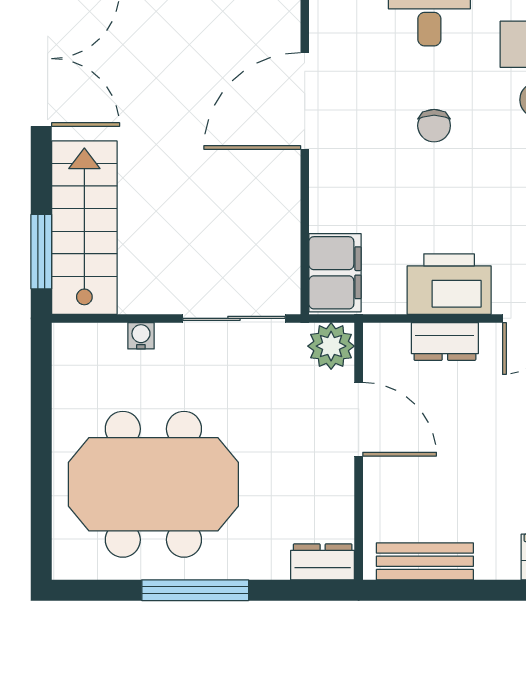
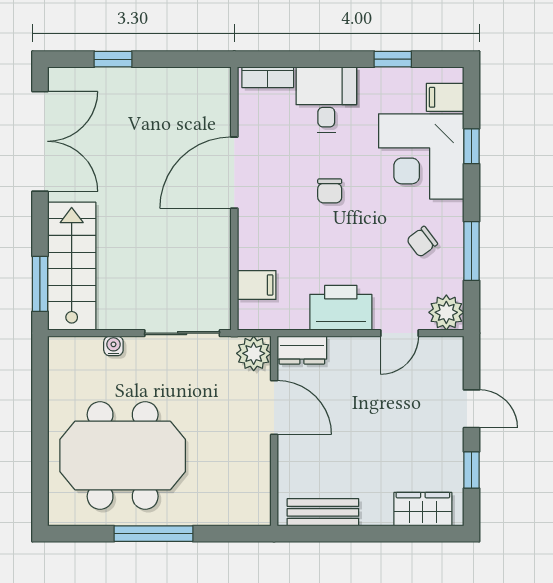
filing cabinet: (335, 273) -> (257, 285), width x0.50
dresser: (445, 341) -> (302, 350), moved
dresser: (323, 562) -> (247, 513), removed

